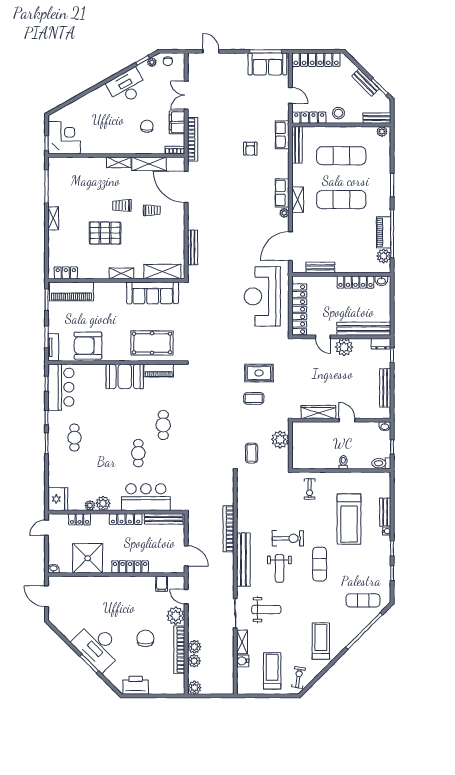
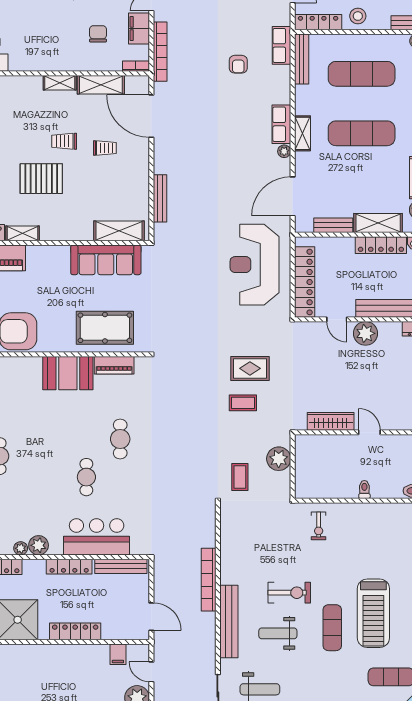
shelving: (353, 266) -> (378, 223), added
shelving: (121, 273) -> (22, 233), moved
treadmill: (349, 519) -> (373, 613), moved
weight bench: (280, 568) -> (278, 633), turned 90

